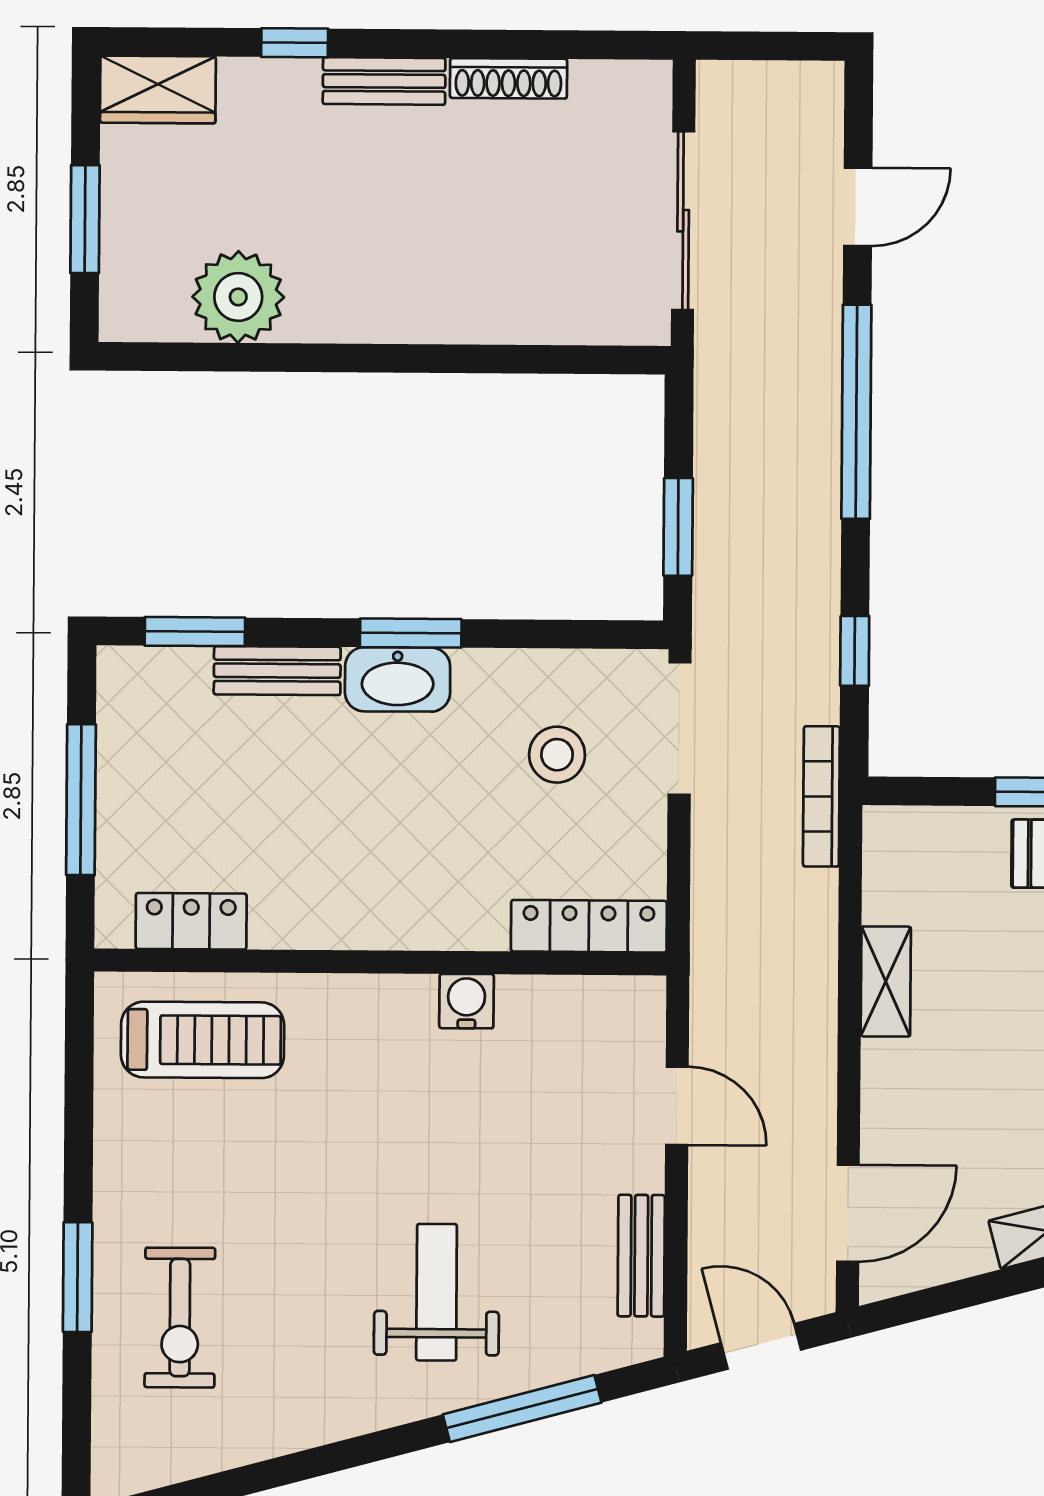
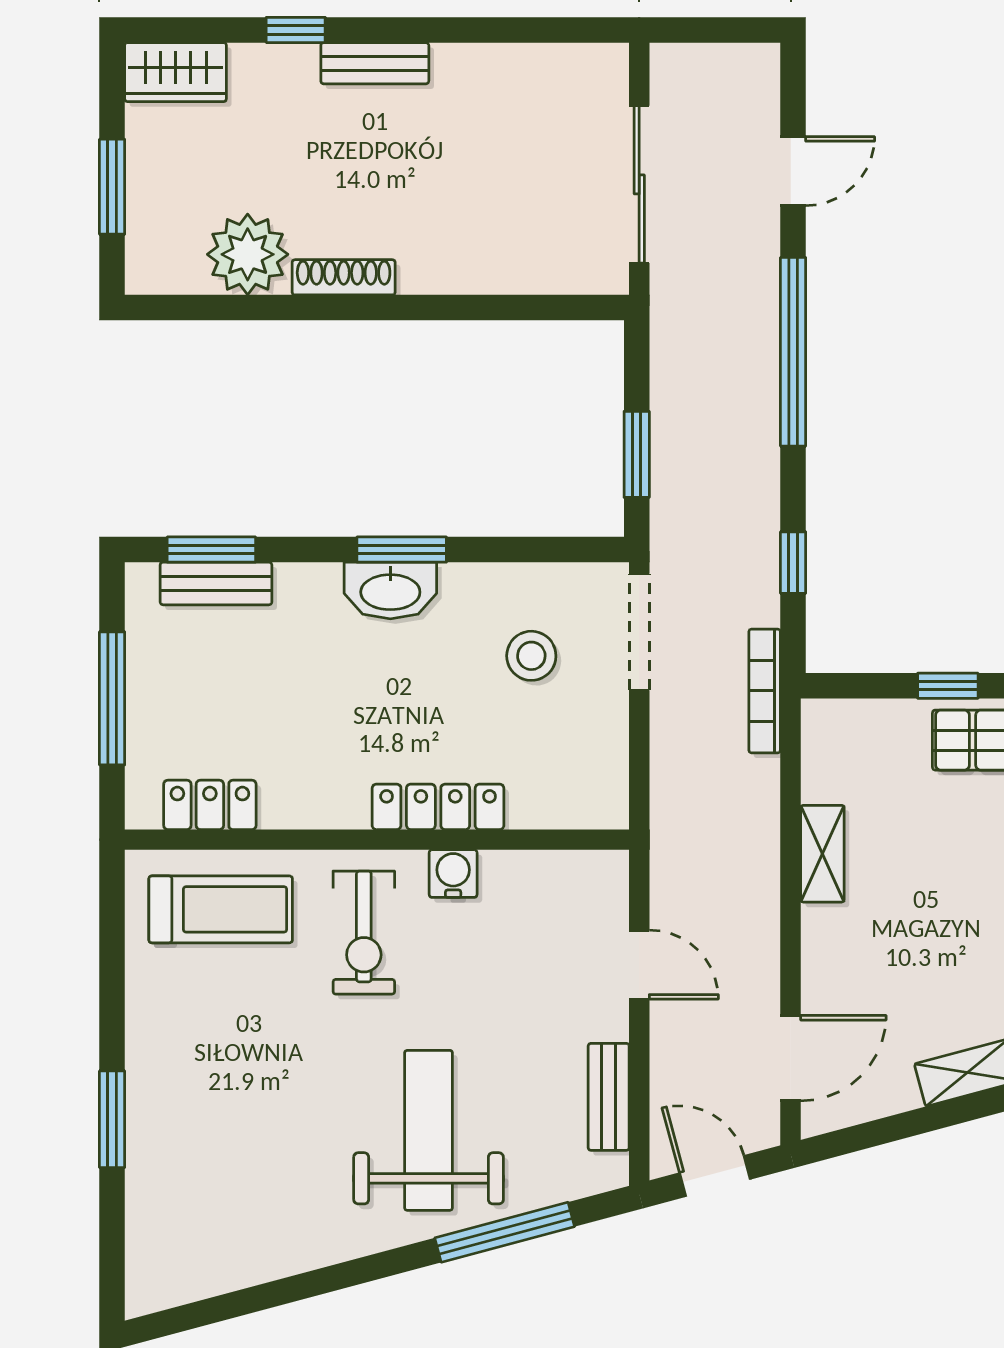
shoe rack: (508, 78) -> (344, 277), moved, turned 180
bench: (277, 671) -> (216, 583), moved
locker: (589, 926) -> (438, 807), moved
weight bench: (437, 1292) -> (429, 1130), width x1.36, depth x1.33
exercise bike: (180, 1318) -> (364, 933), moved

